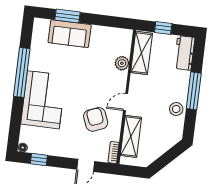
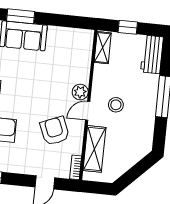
shelving: (142, 53) -> (103, 48), width x0.67, depth x0.75
plant: (122, 63) -> (80, 92), moved
stool: (176, 109) -> (116, 105), moved

